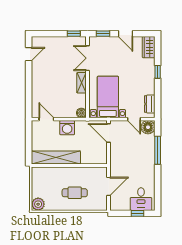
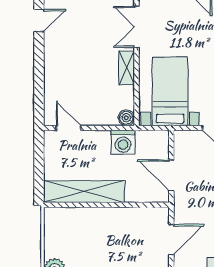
washing machine: (67, 128) -> (123, 142), moved
door: (109, 133) -> (171, 175), moved
cafe table: (75, 193) -> (115, 250), removed

